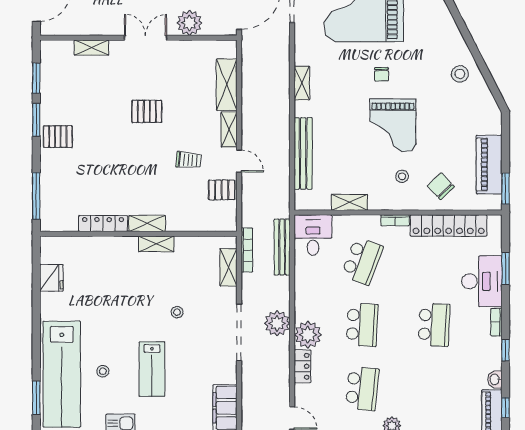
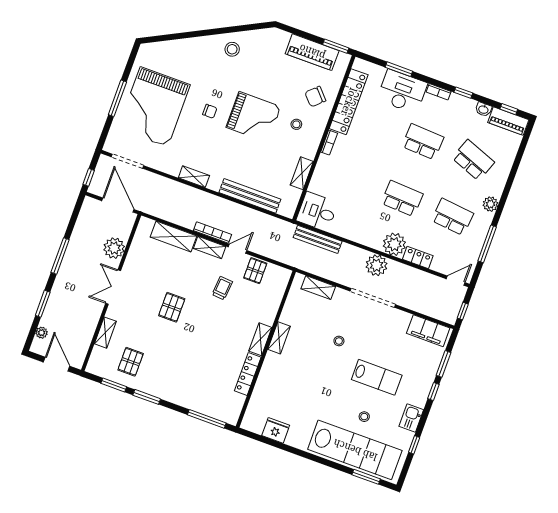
pallet: (58, 137) -> (131, 362), moved
bookcase: (247, 250) -> (213, 233), moved
school desk: (362, 261) -> (473, 160), moved

